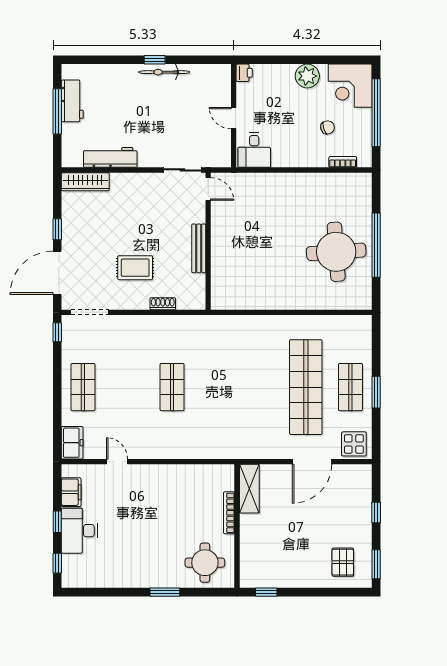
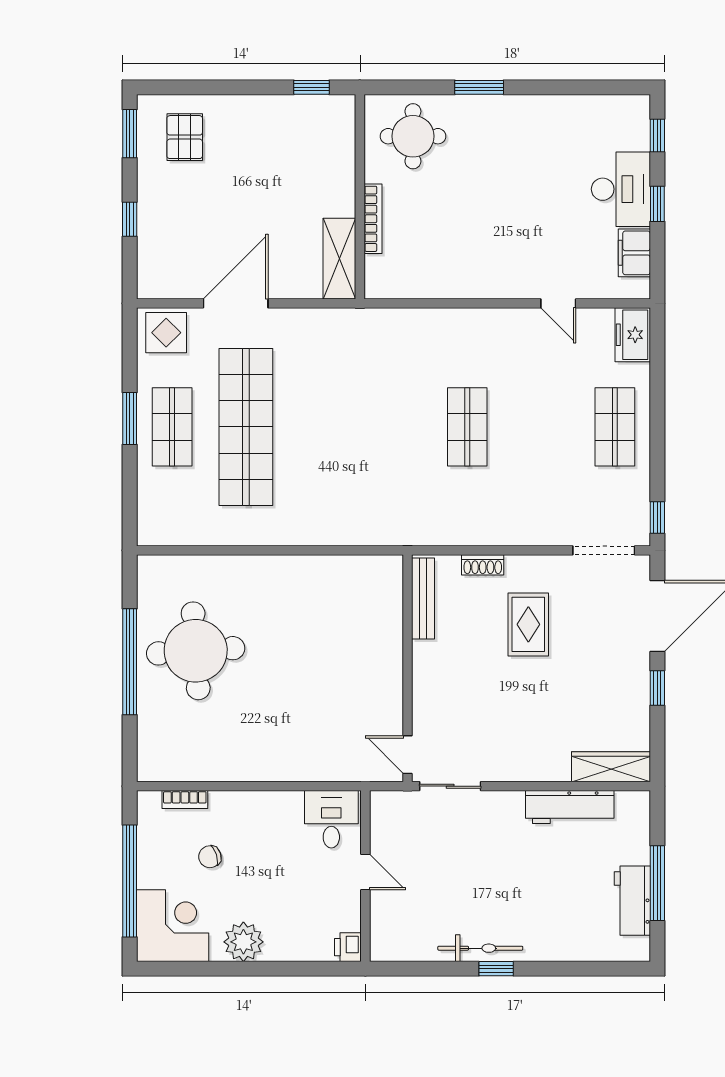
bench: (199, 248) -> (423, 599), moved
rug: (135, 268) -> (528, 624), turned 90

